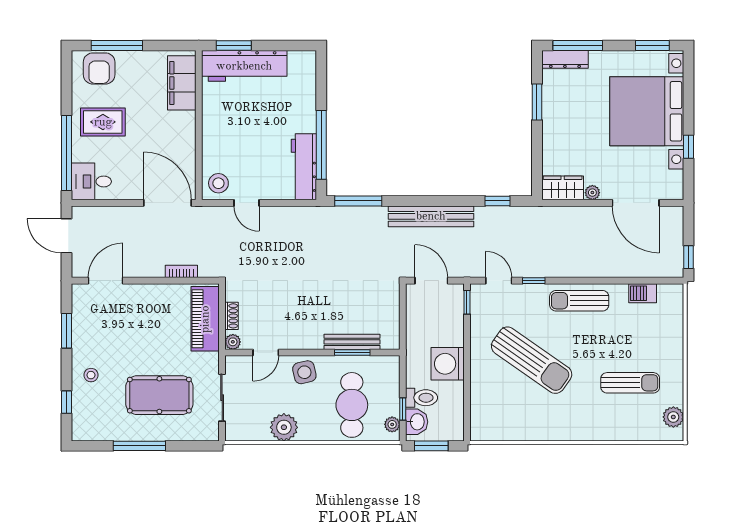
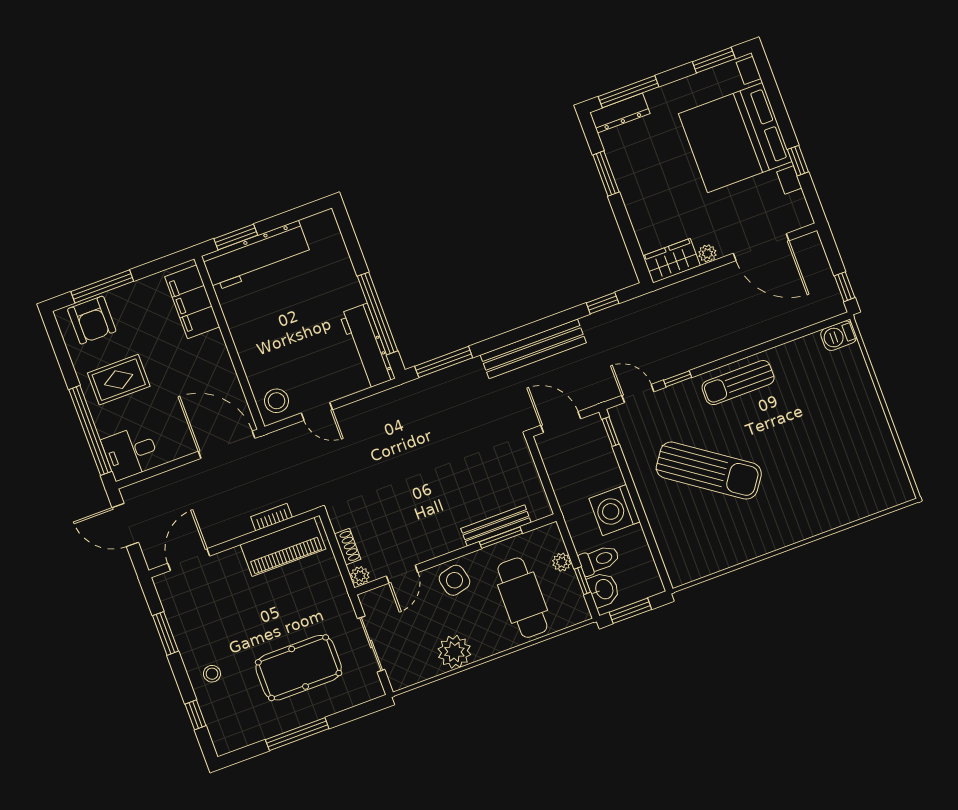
barbecue: (643, 293) -> (839, 336), moved
piano: (205, 319) -> (283, 547), moved, turned -90
sun lounger: (630, 383) -> (831, 455), removed
plant: (673, 417) -> (895, 476), removed
plant: (392, 424) -> (562, 562), moved

